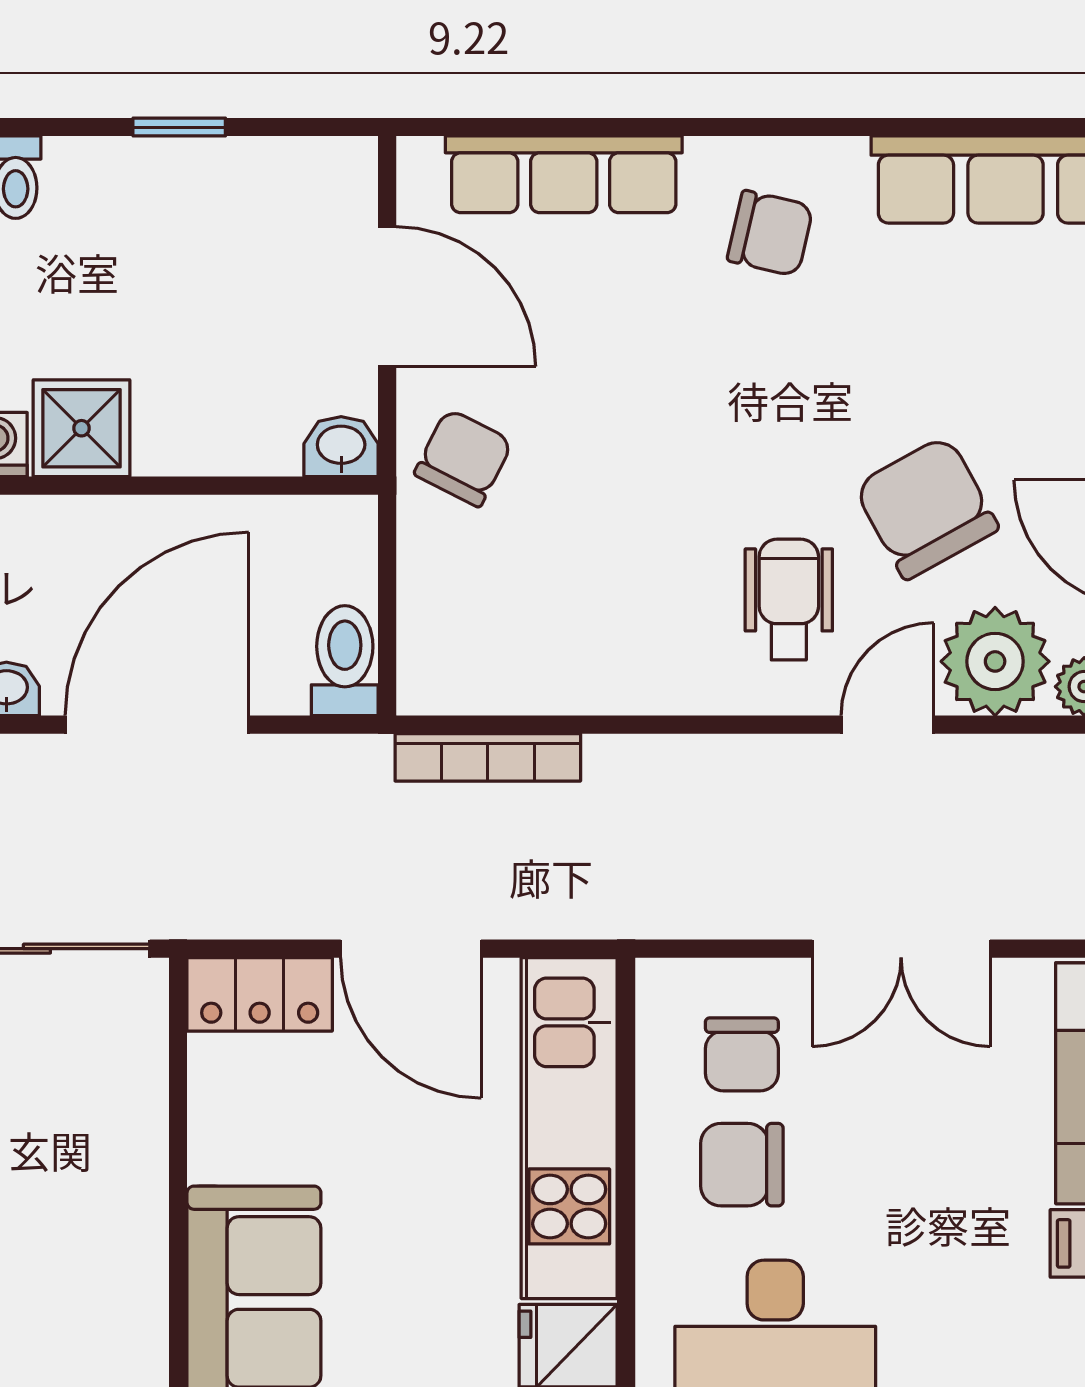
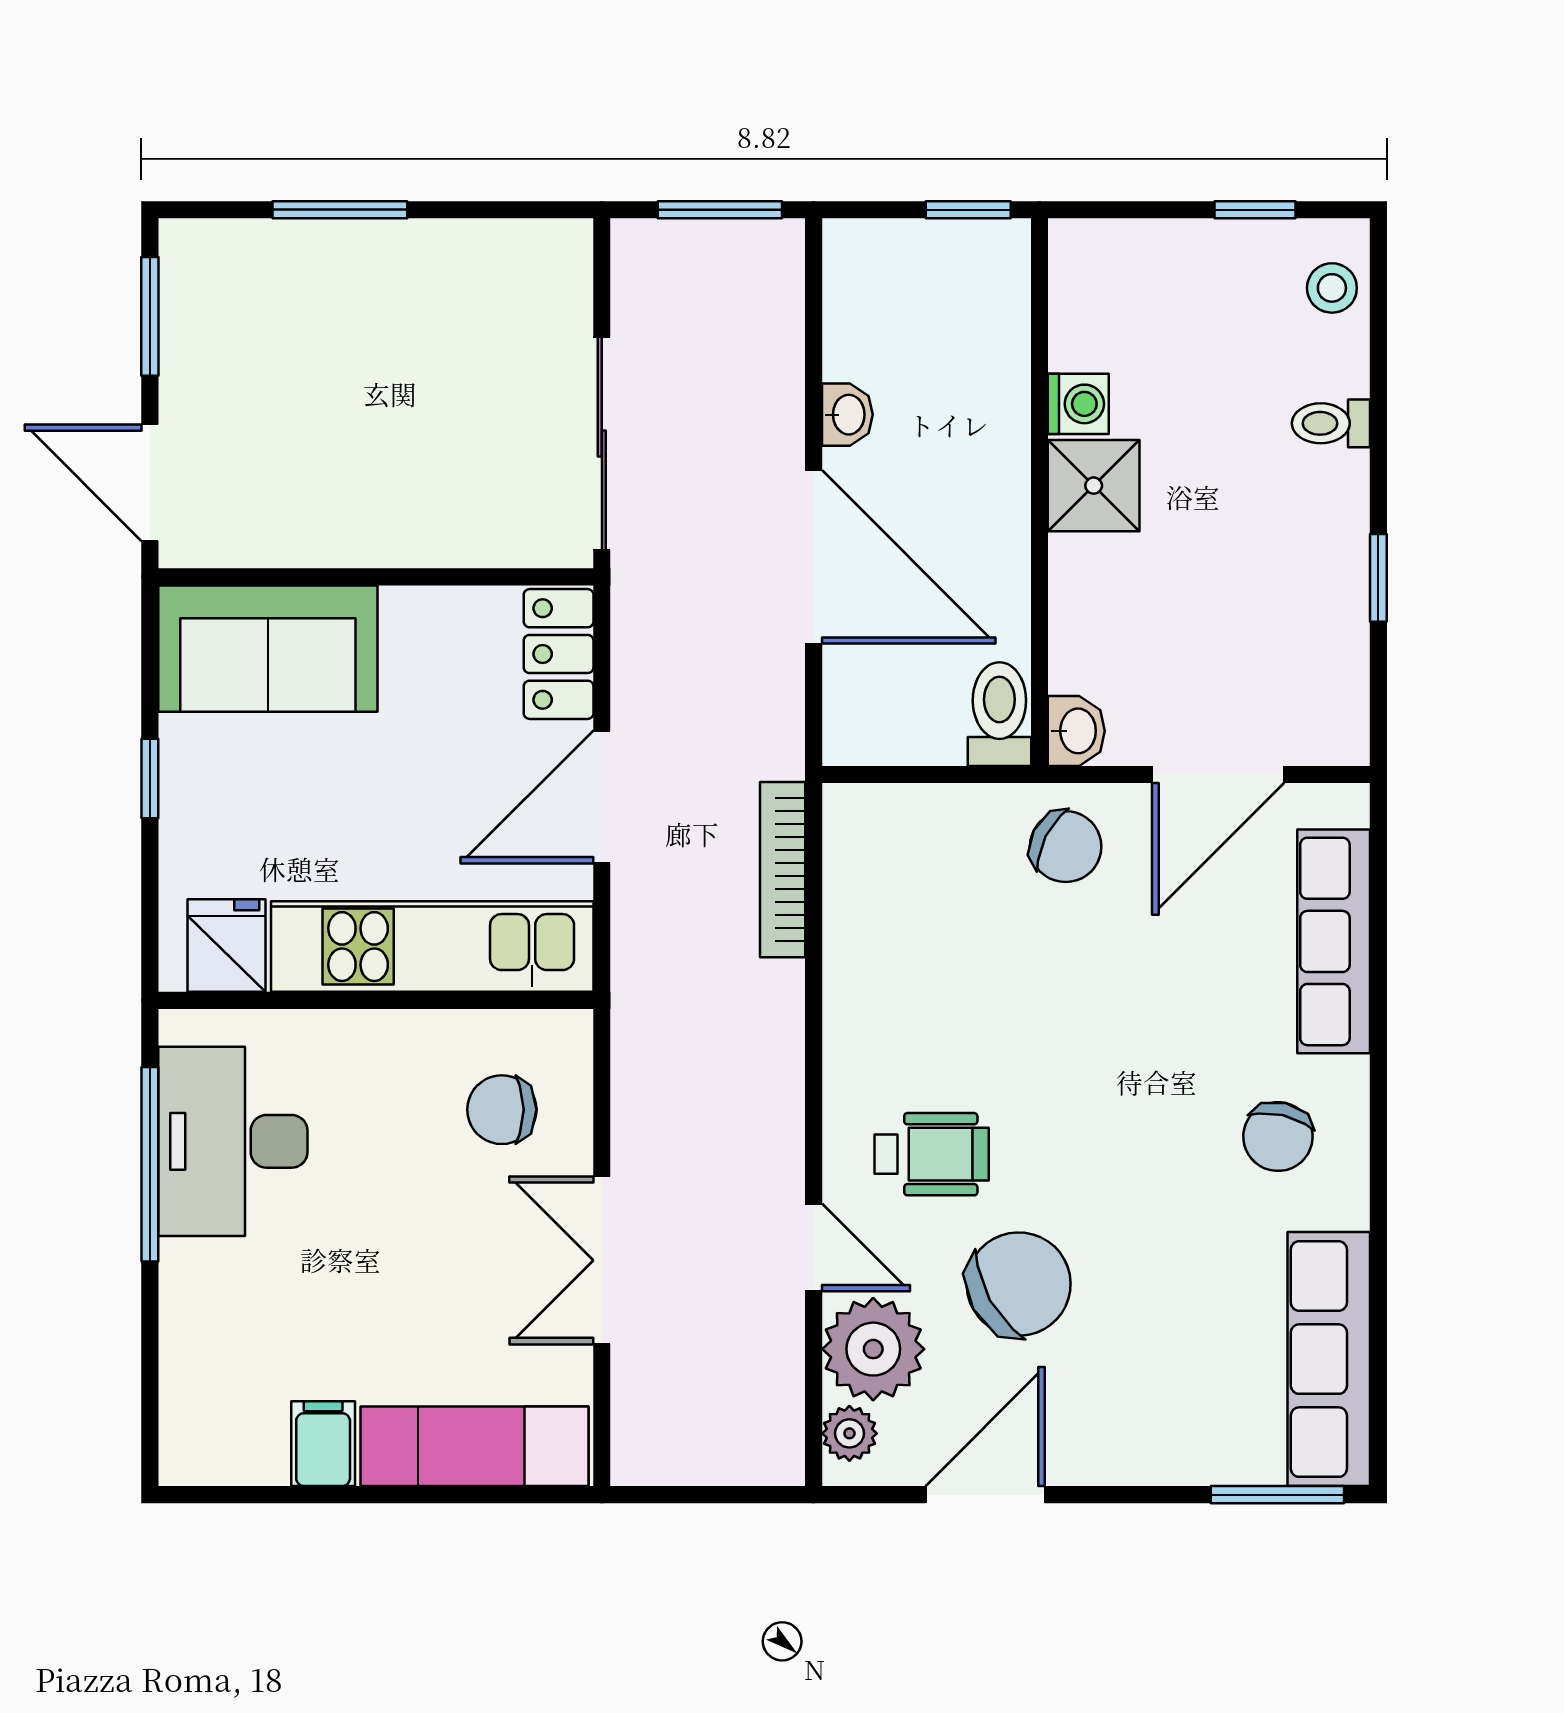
toilet: (345, 661) -> (999, 714), moved, turned -90
chair: (742, 1165) -> (398, 1110), removed

